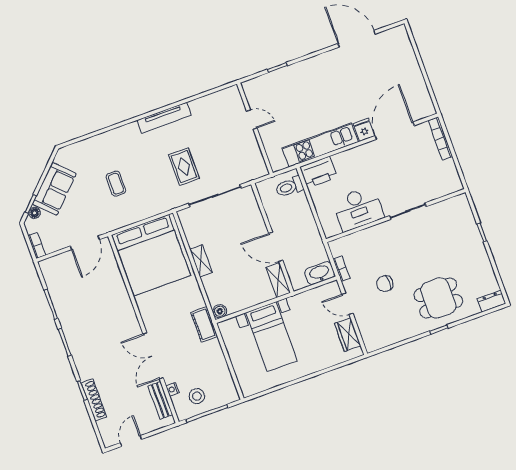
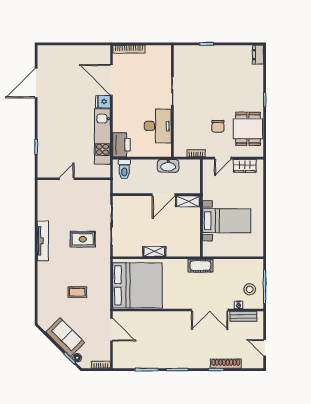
washbasin: (320, 273) -> (168, 166), moved, turned -90
dining table: (438, 298) -> (248, 129), moved
boiler: (220, 311) -> (195, 251), removed

